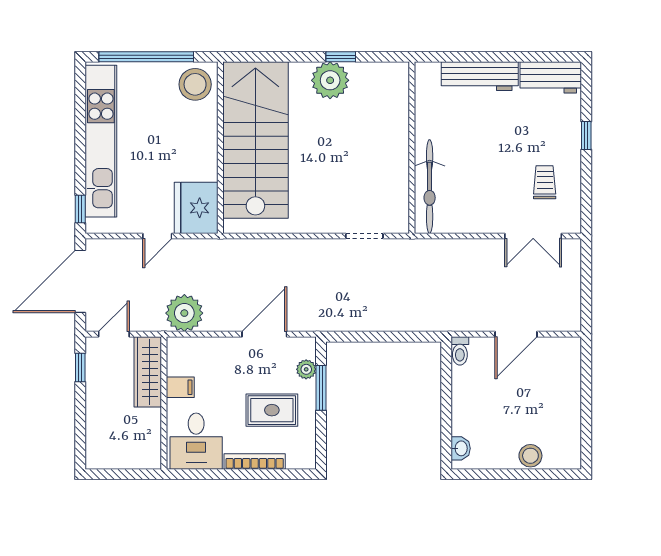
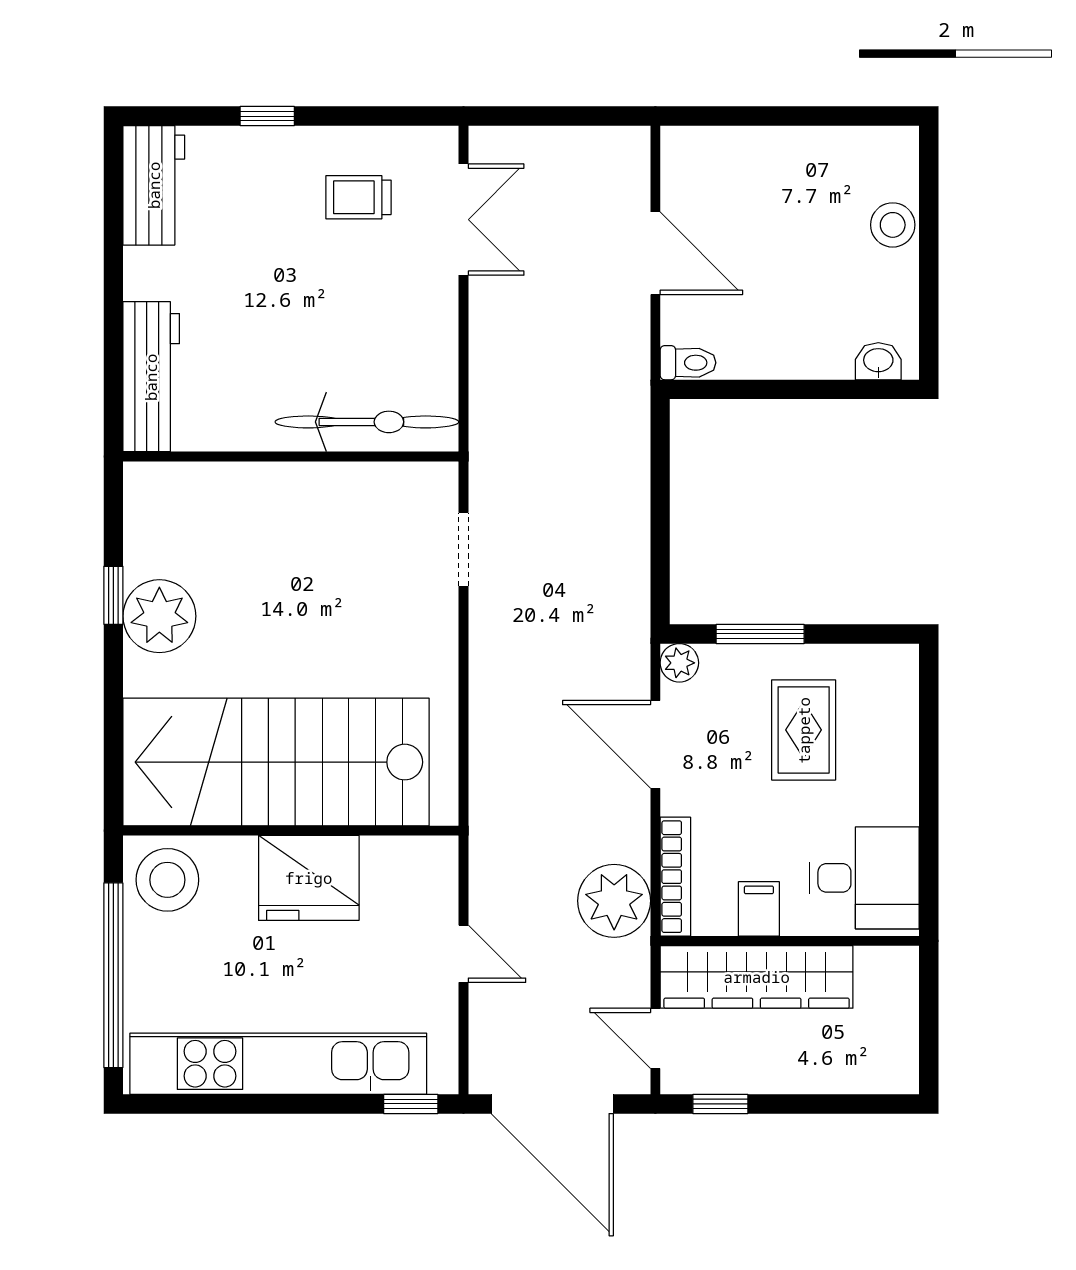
workbench: (480, 76) -> (151, 377), moved
fridge: (196, 208) -> (309, 878), moved
plant: (306, 369) -> (679, 663), moved
wardrobe: (148, 372) -> (757, 977), width x1.40, depth x1.17
bookcase: (255, 461) -> (675, 877), moved, turned 180

